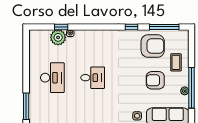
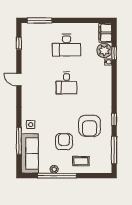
filing cabinet: (39, 36) -> (105, 33), added
armchair: (153, 46) -> (90, 126), moved

